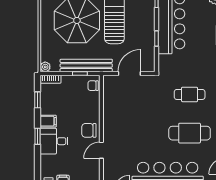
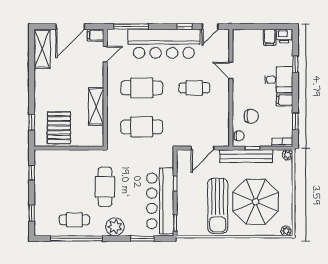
cafe table: (190, 94) -> (142, 127), width x1.37, depth x1.35
chair: (89, 130) -> (251, 116), moved
cafe table: (137, 133) -> (194, 88), added
window: (38, 136) -> (295, 64), moved
door: (101, 150) -> (231, 70), swing flipped

